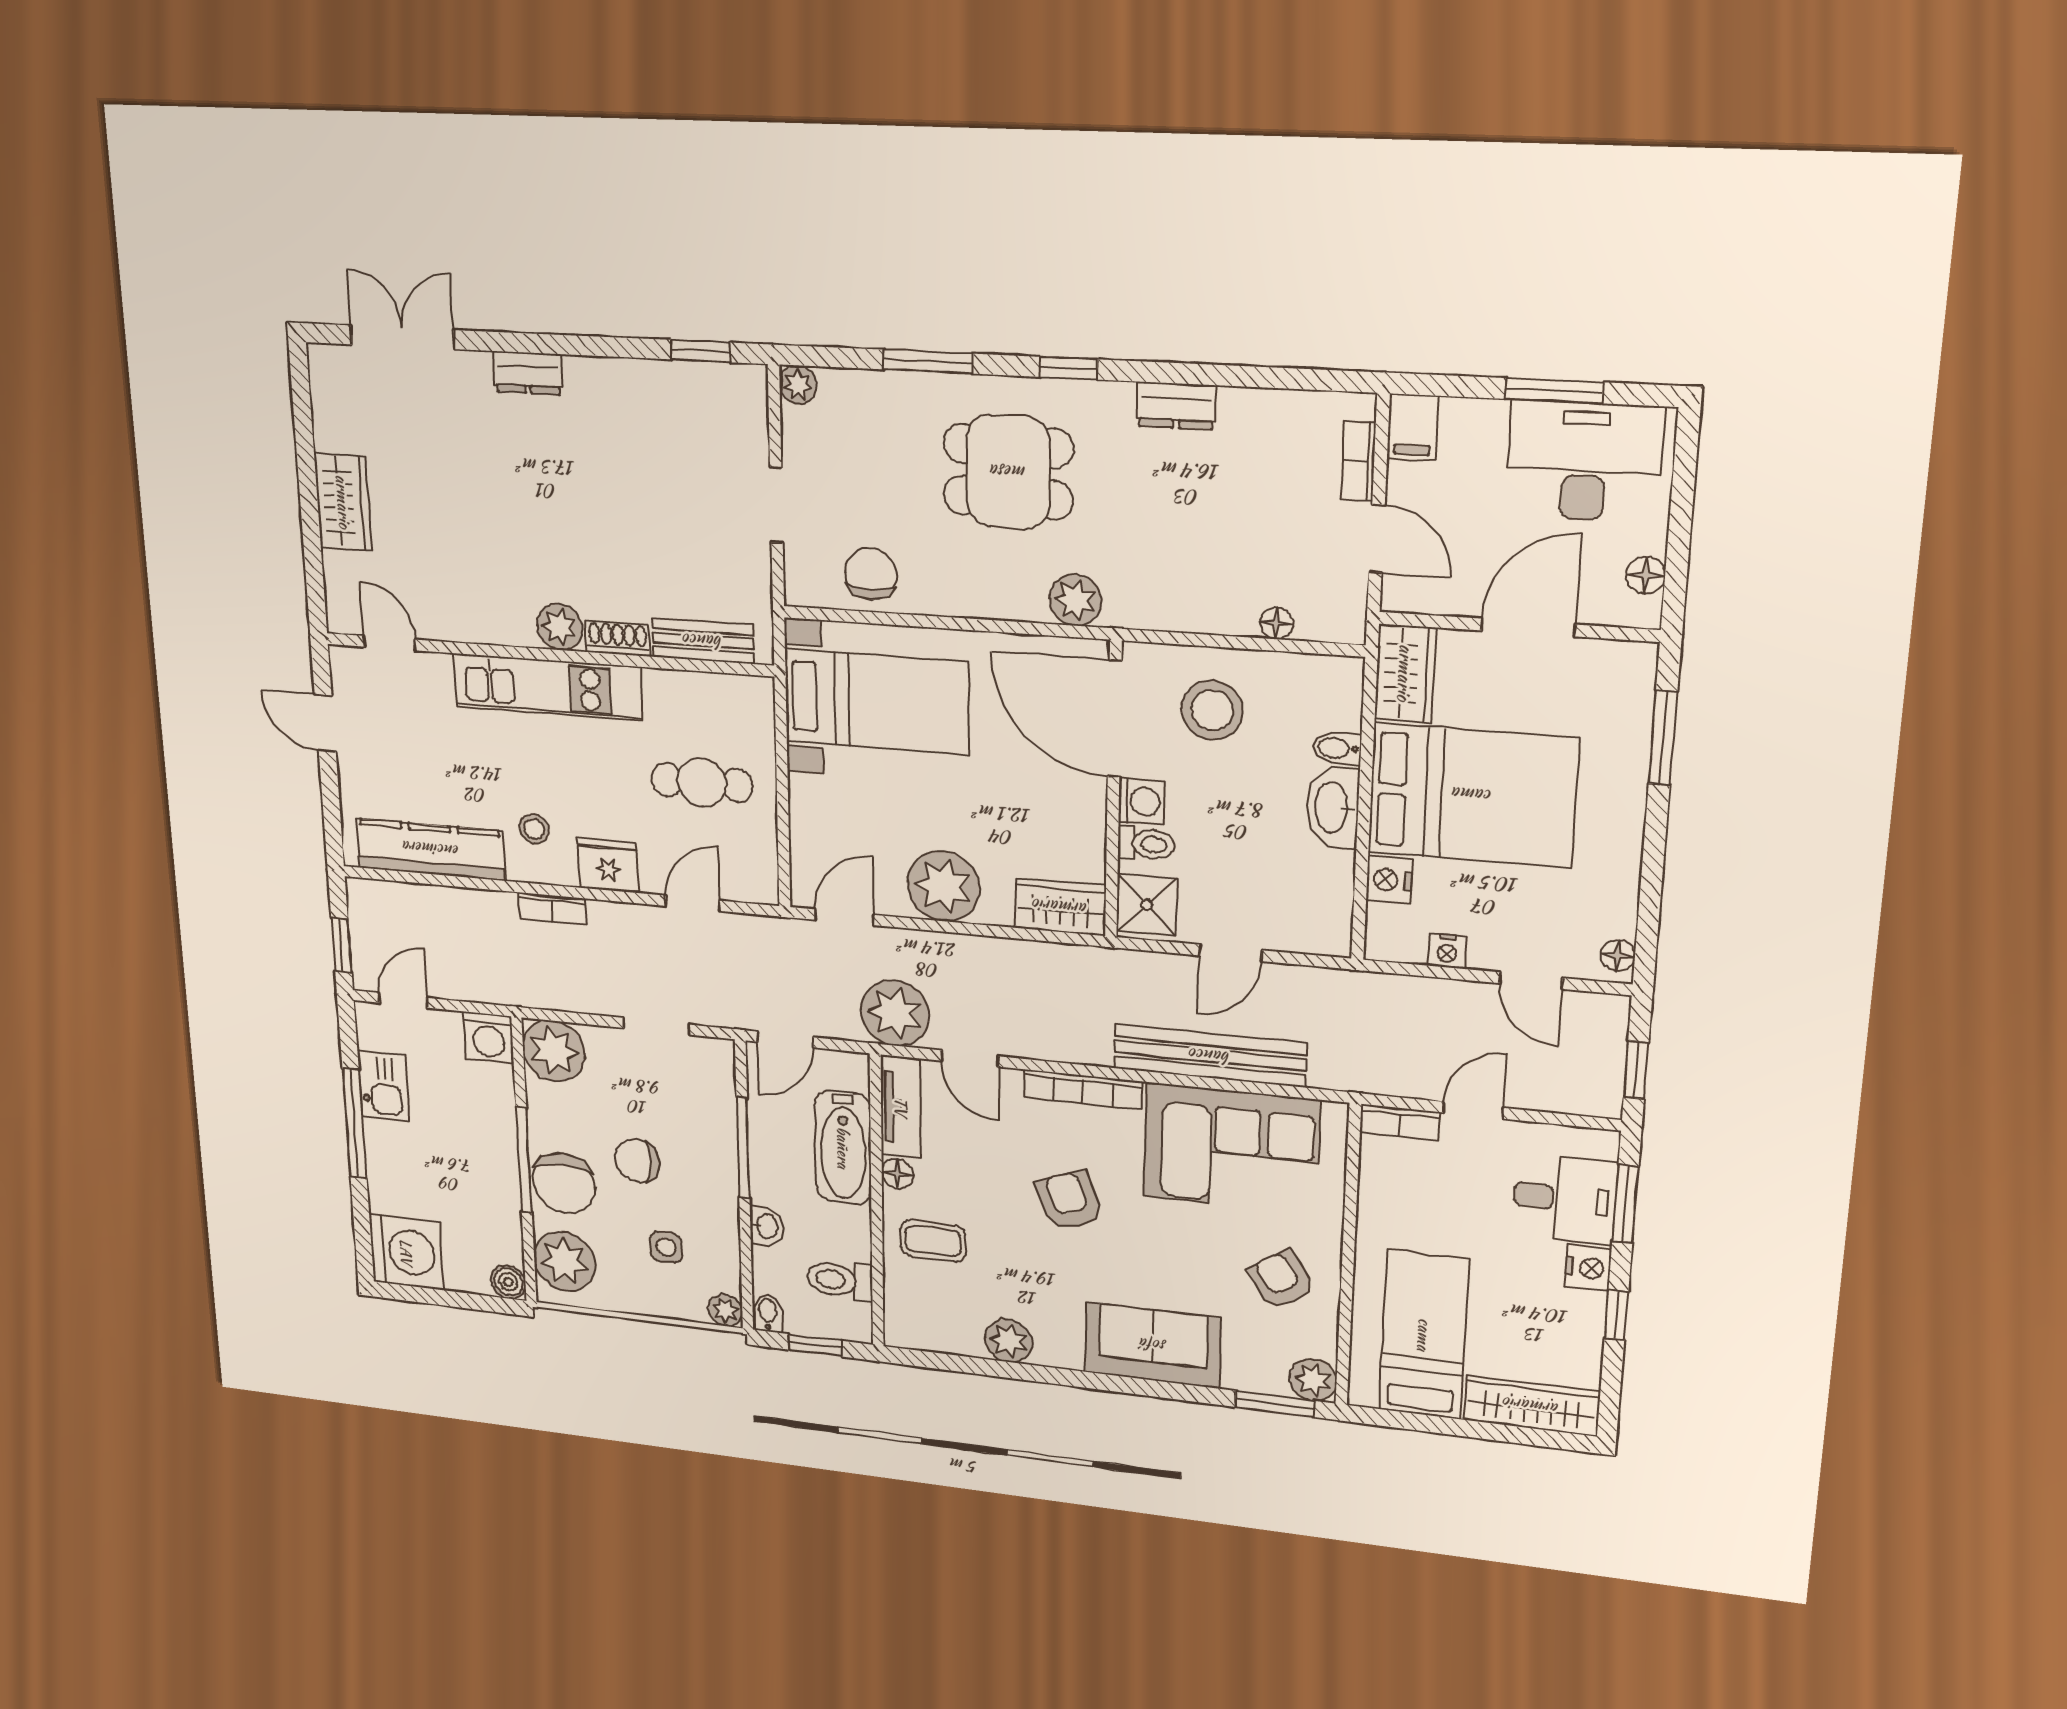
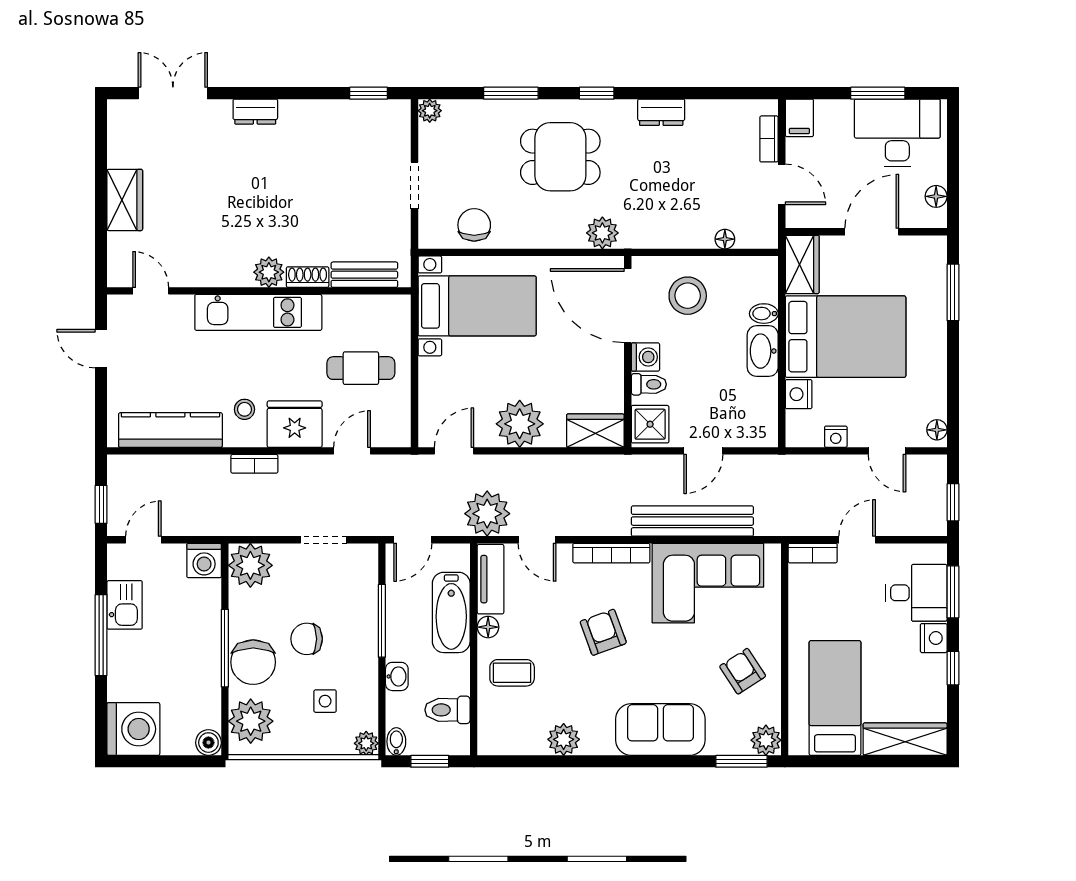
fridge: (608, 865) -> (295, 424), width x1.36, depth x1.34

